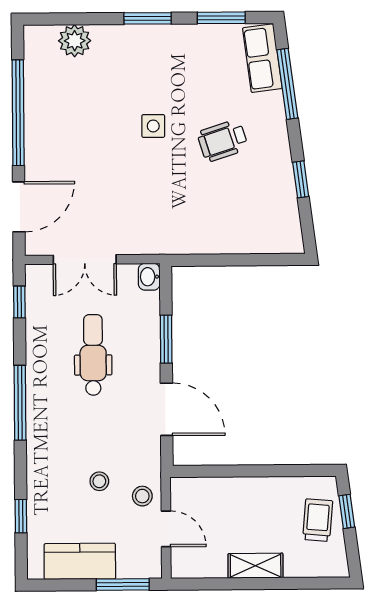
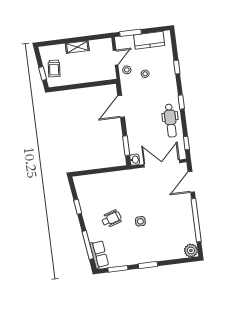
plant: (75, 41) -> (191, 250), moved
double door: (85, 260) -> (162, 164), width x1.37
window: (166, 339) -> (126, 146), moved
dental chair: (93, 355) -> (170, 121), moved
window: (20, 403) -> (181, 102), width x0.46
door: (167, 409) -> (121, 106), hinge flipped
window: (21, 516) -> (177, 67), moved
door: (166, 529) -> (116, 58), swing flipped

